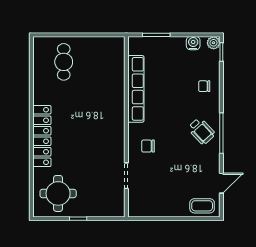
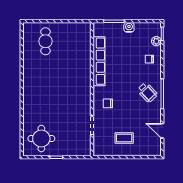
water cooler: (193, 43) -> (129, 27), moved
plant: (214, 43) -> (156, 41), moved
locker: (42, 136) -> (29, 96), removed
door: (221, 183) -> (162, 131), swing flipped
coffee table: (202, 206) -> (124, 138), moved

